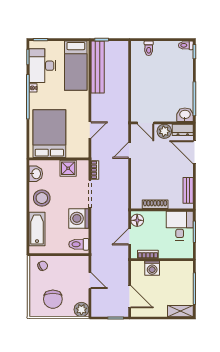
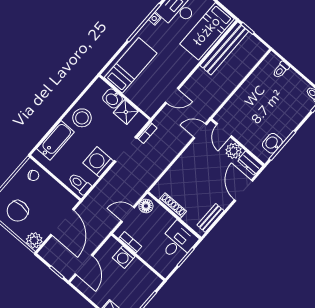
washbasin: (185, 115) -> (272, 143), moved, turned -90
bed: (49, 134) -> (131, 65), width x0.67
door: (130, 150) -> (200, 131), moved
washbasin: (36, 174) -> (113, 99), moved, turned 90
door: (90, 281) -> (62, 222), width x1.87

